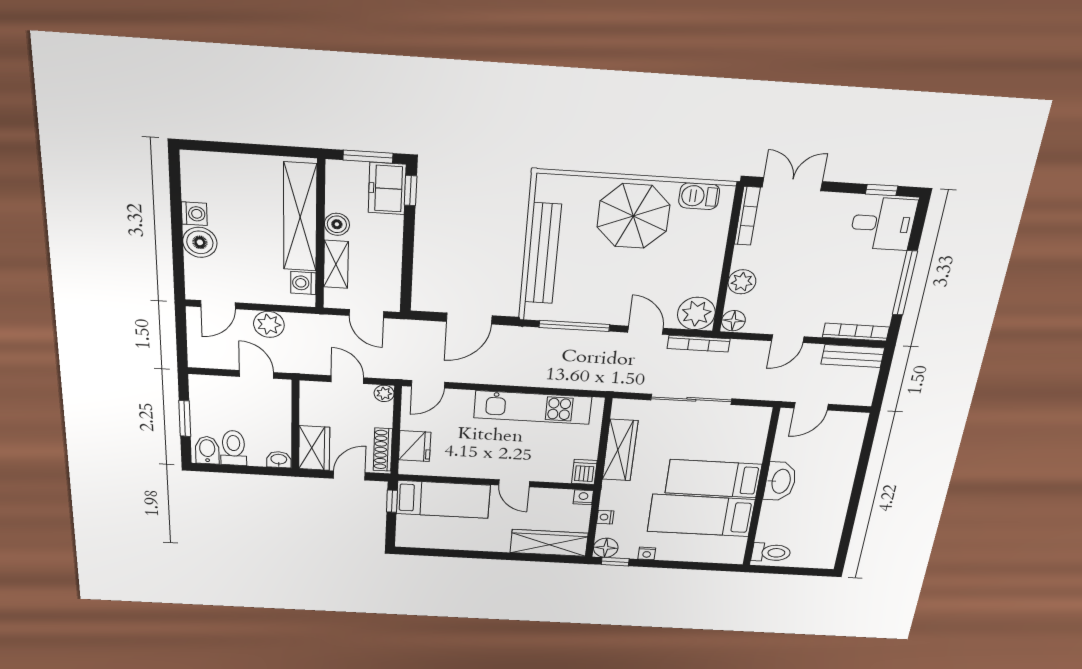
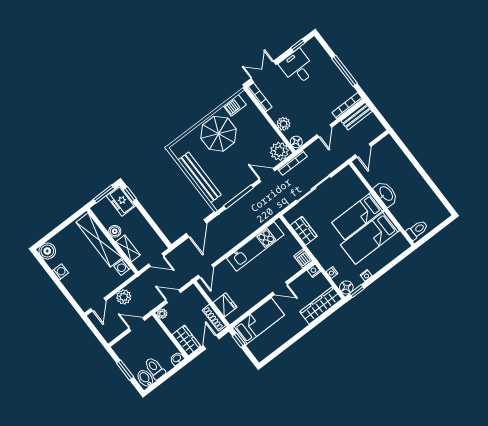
desk: (883, 224) -> (297, 67), moved, turned -90
boiler: (200, 242) -> (47, 251), moved
plant: (384, 393) -> (162, 314), moved
wardrobe: (620, 450) -> (304, 231), width x0.67

